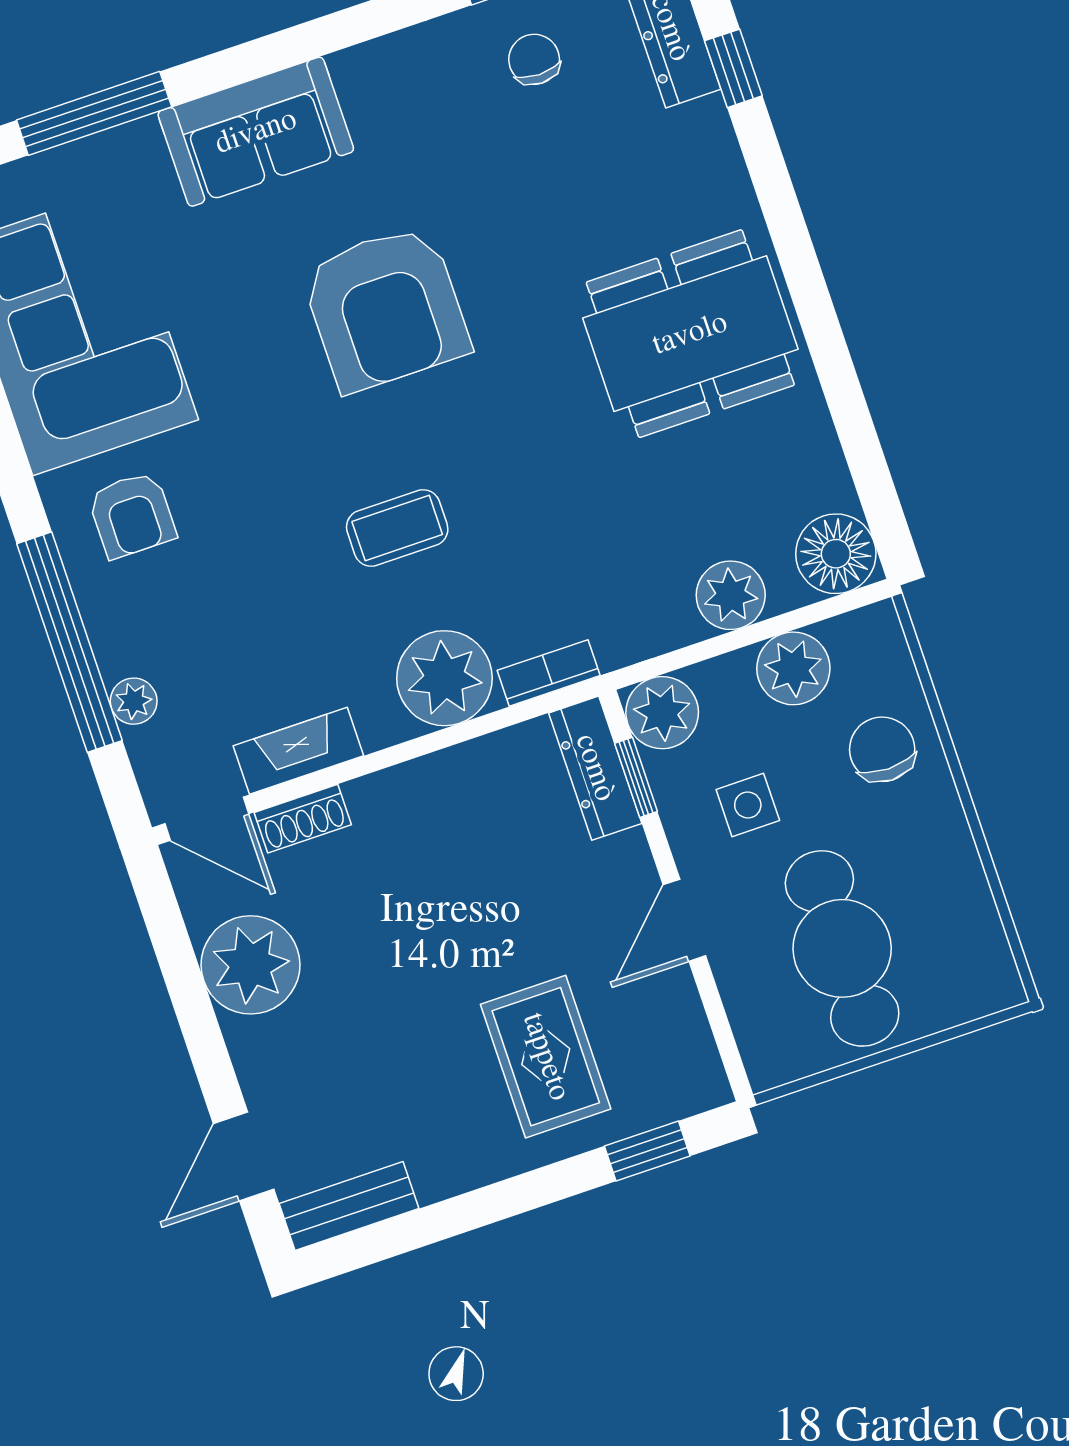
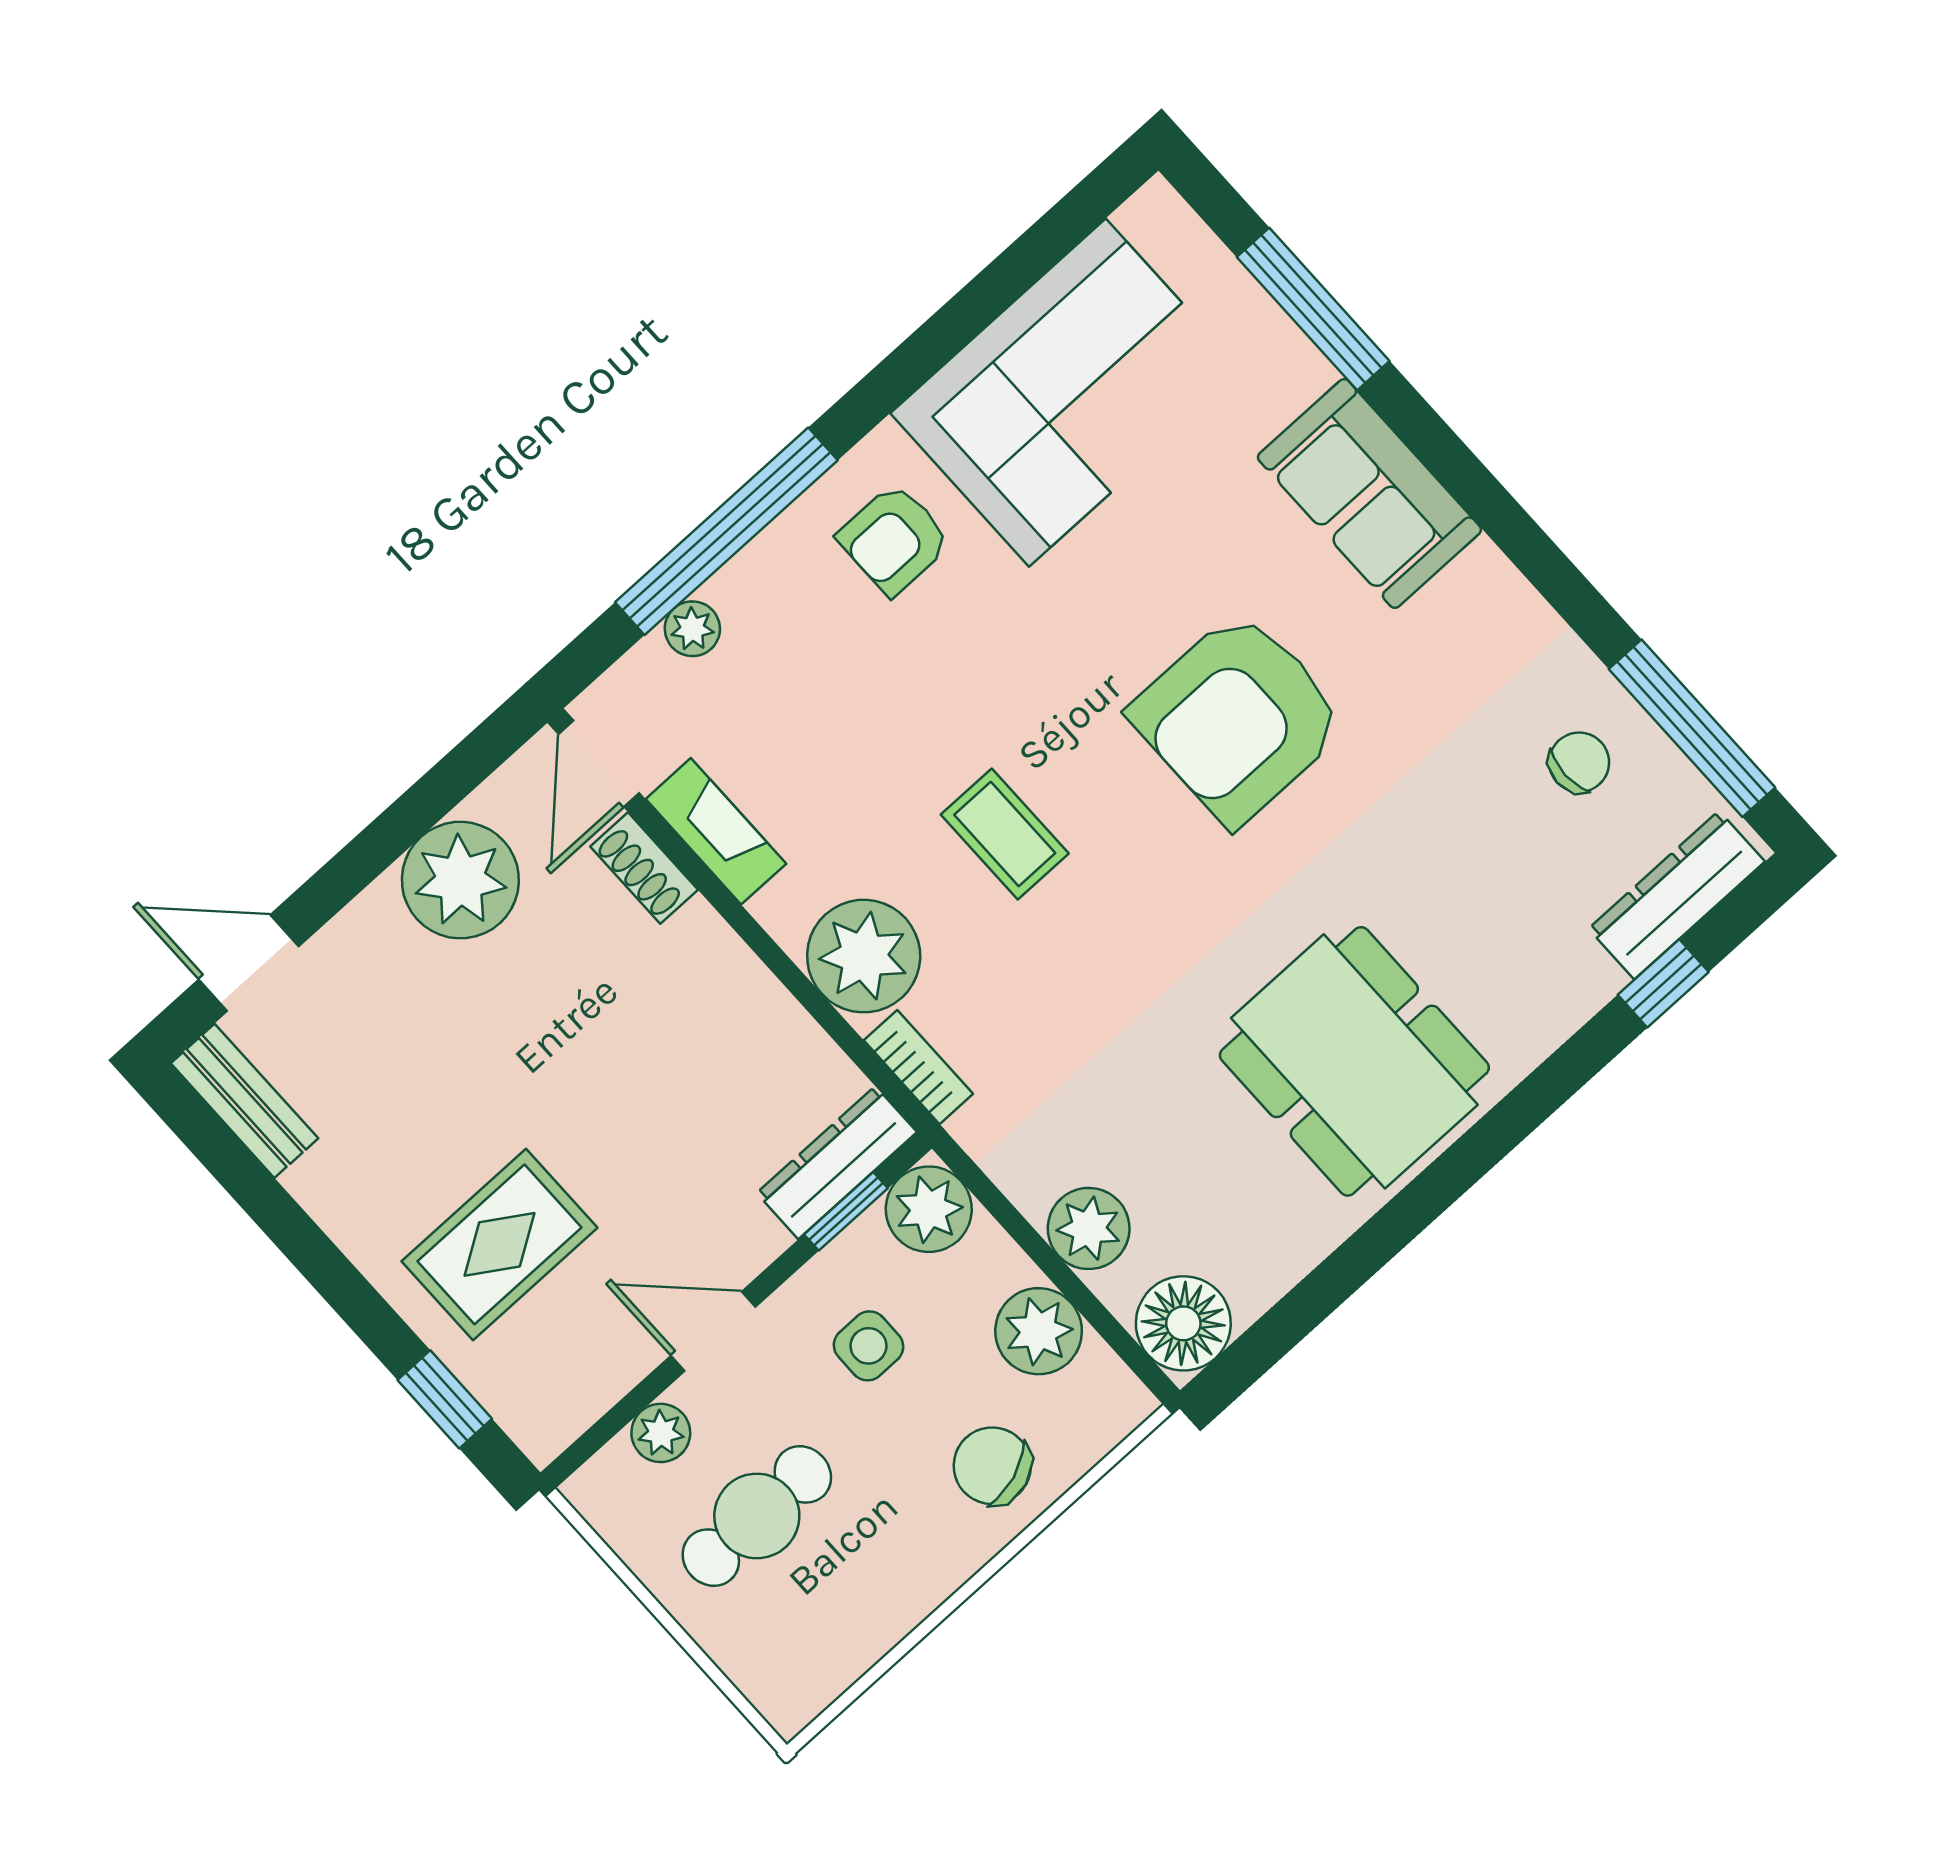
chair: (882, 749) -> (992, 1466), turned -109
cafe table: (842, 948) -> (757, 1516), width x0.73, depth x0.74
plant: (746, 995) -> (661, 1433), added

